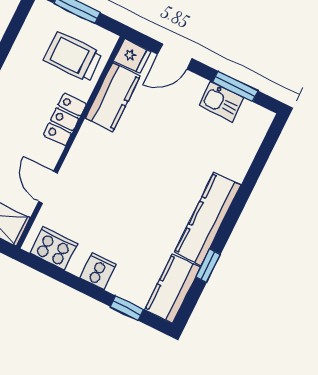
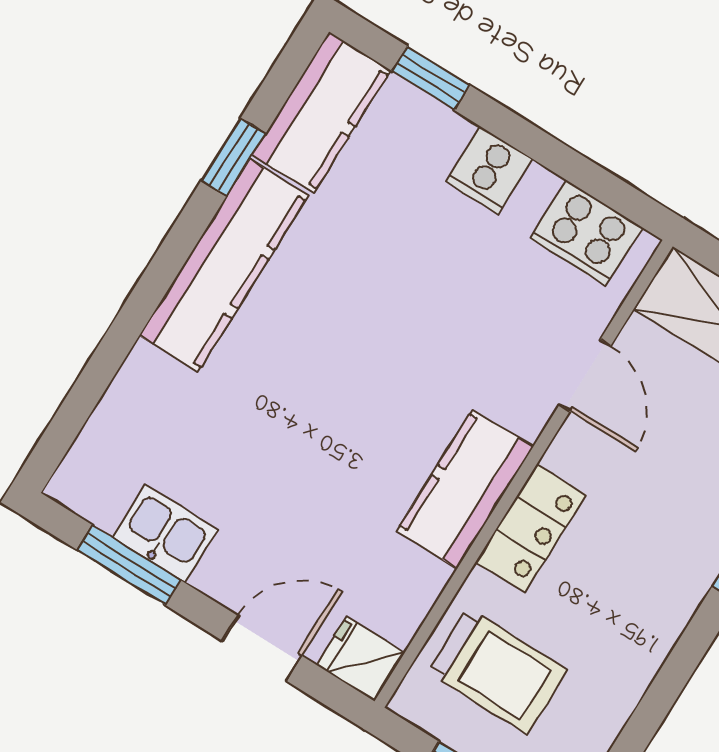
kitchen counter: (113, 97) -> (465, 489), moved

